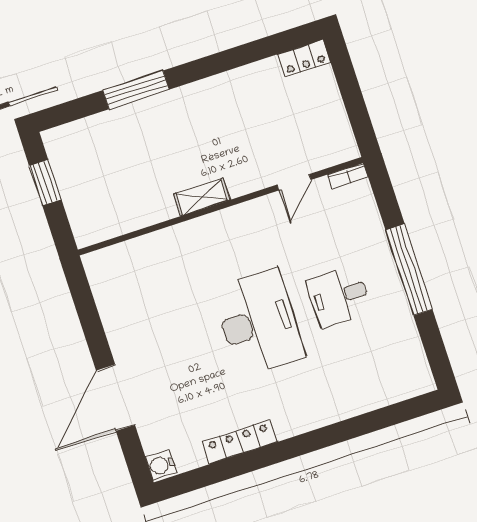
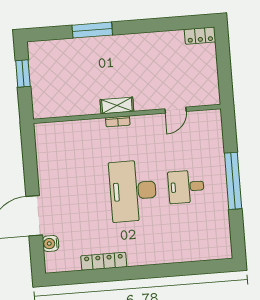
bookcase: (348, 176) -> (118, 121), moved
desk: (259, 323) -> (133, 191), turned 180
water cooler: (161, 465) -> (51, 243), moved

